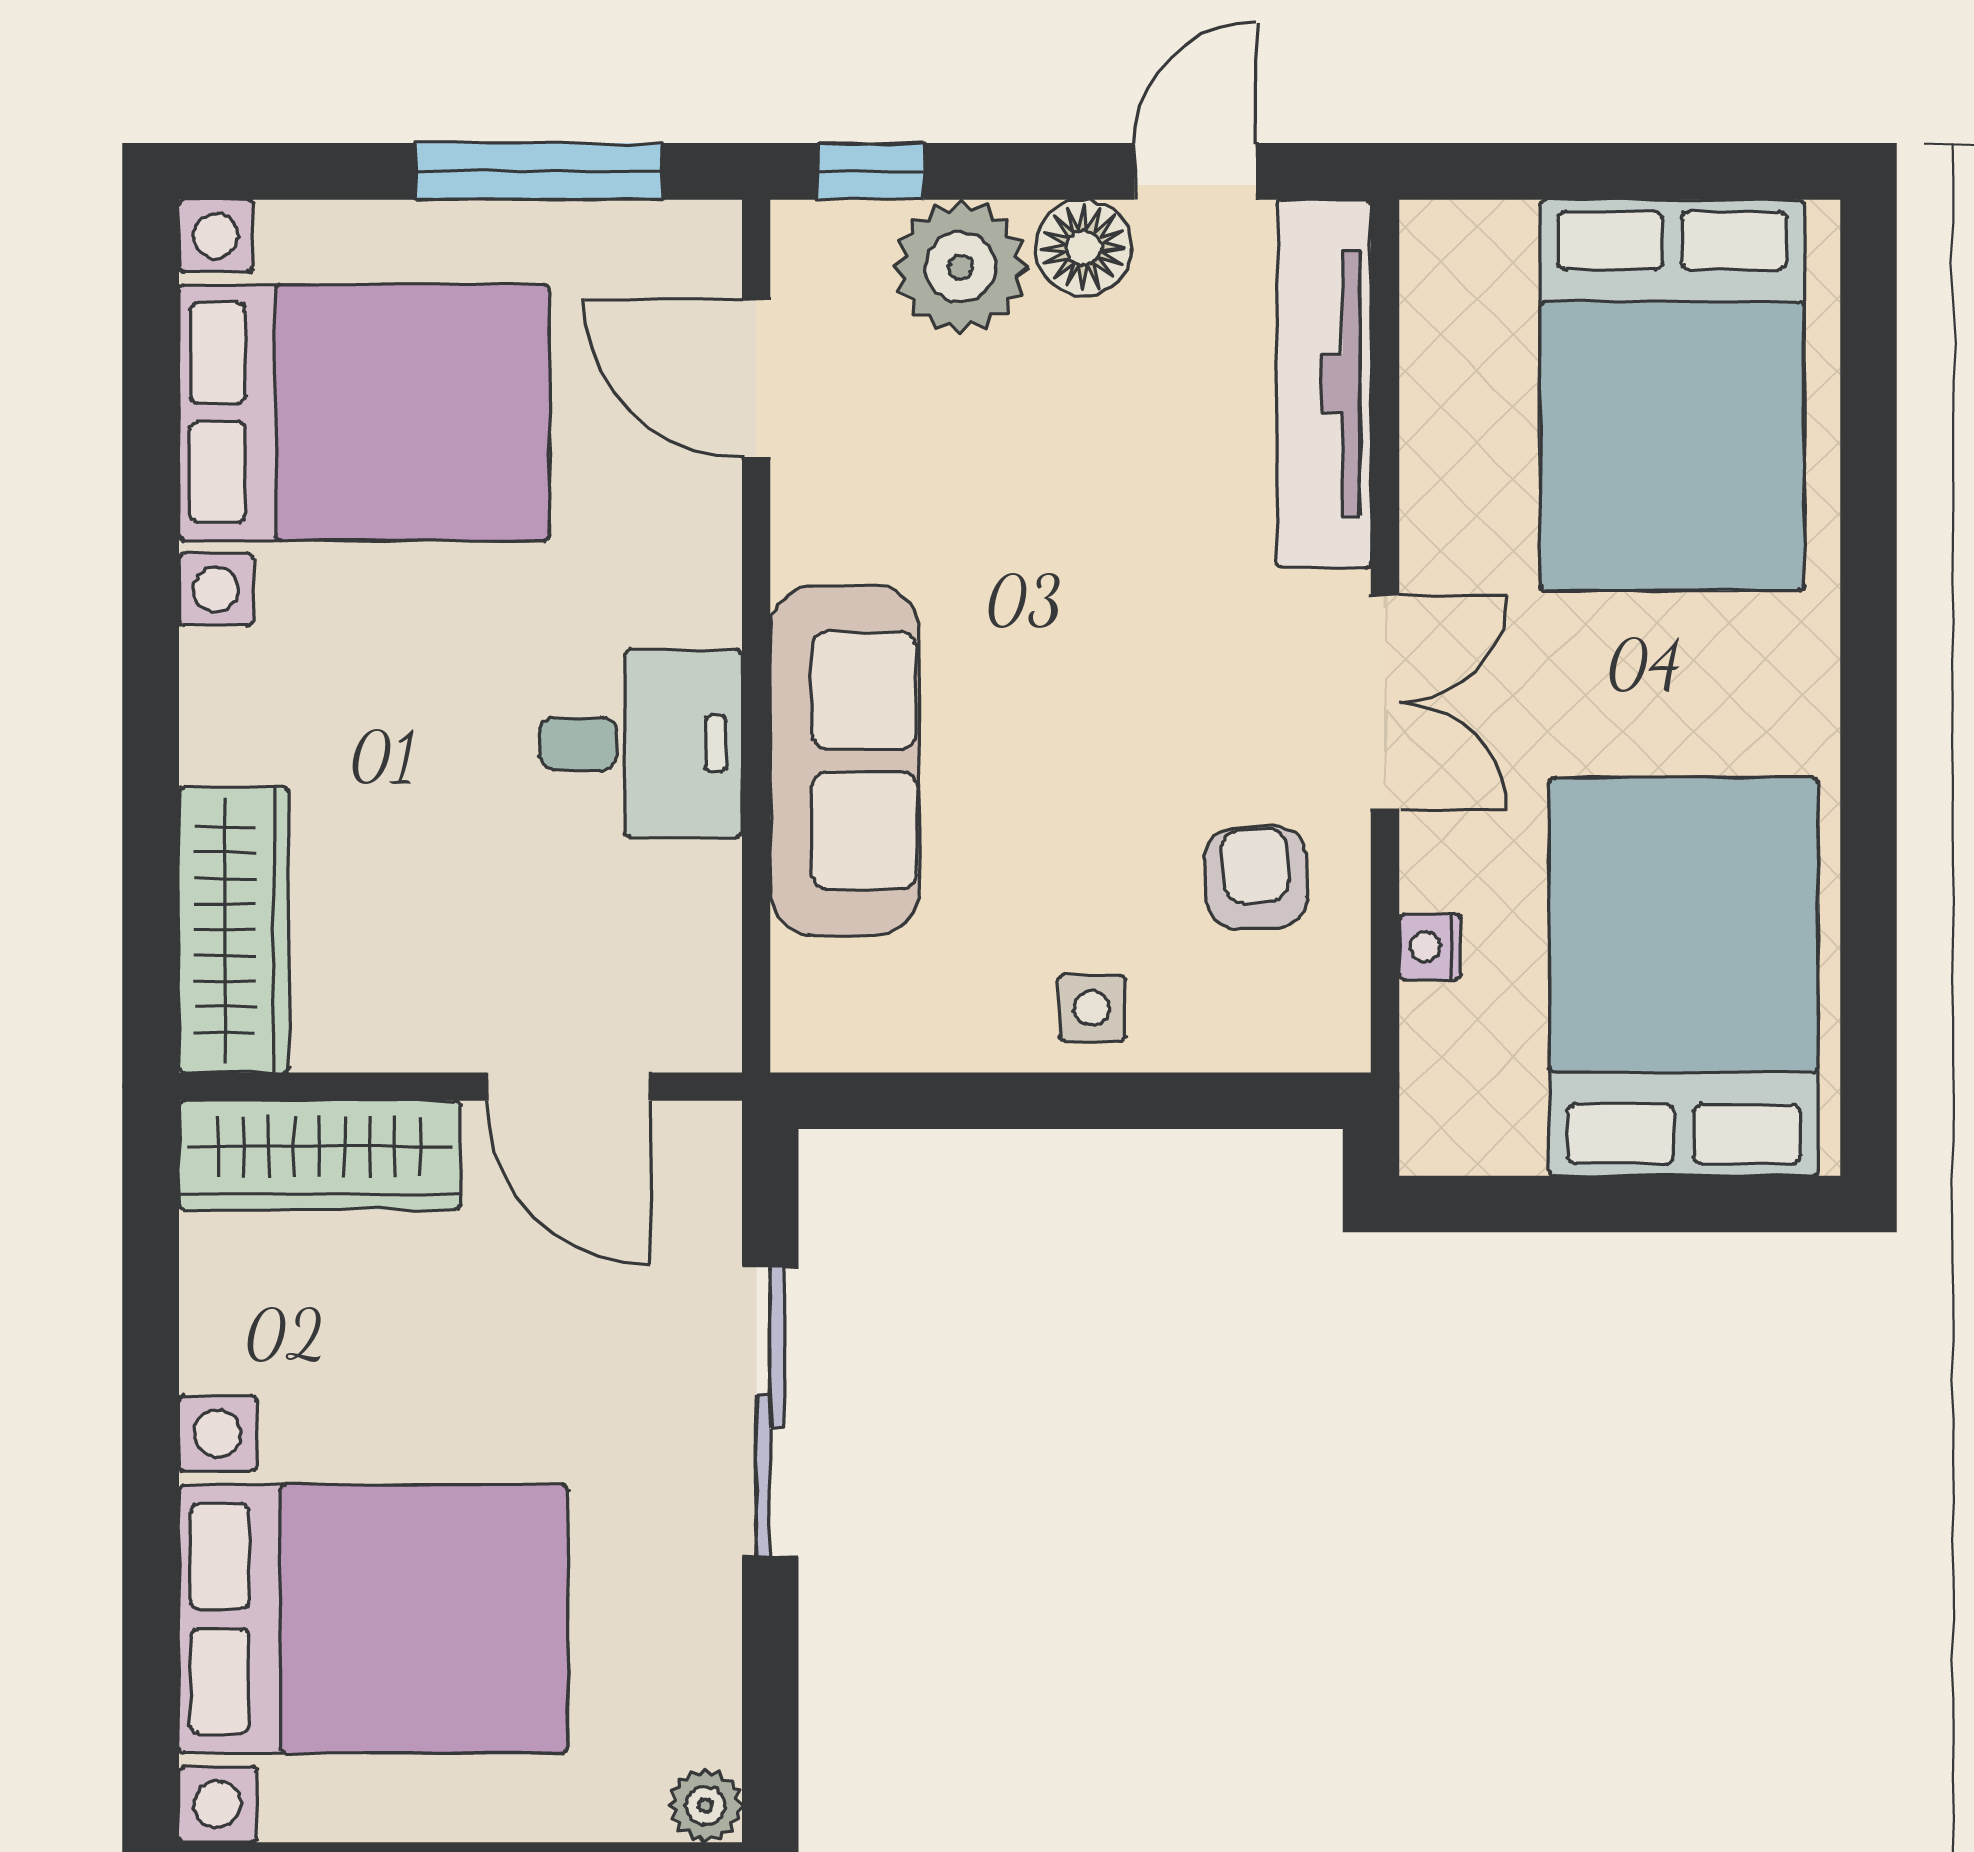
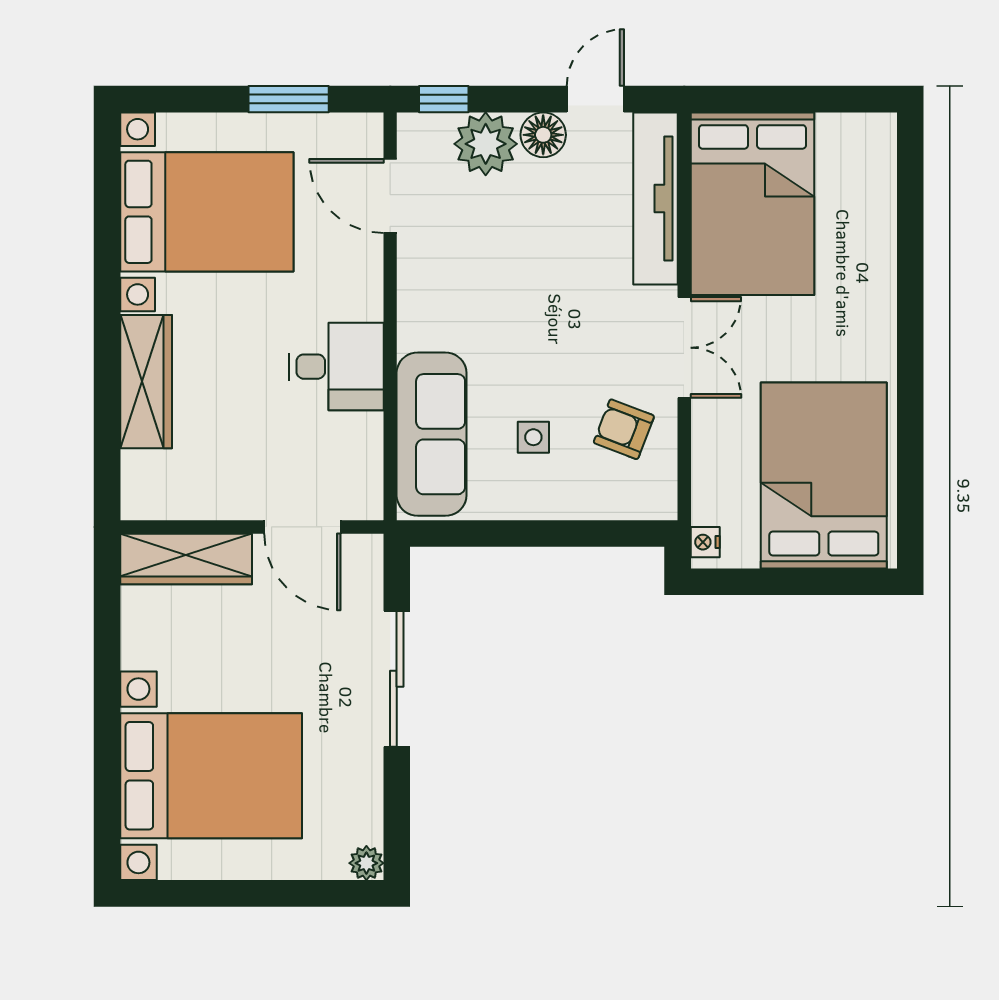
window: (539, 171) -> (289, 99), width x0.69
bed: (1672, 395) -> (752, 204), moved
sofa: (845, 760) -> (432, 434), moved
armchair: (1256, 878) -> (624, 429), turned -65
wardrobe: (234, 930) -> (146, 382), moved
nightstand: (1430, 947) -> (705, 542), moved
side table: (1092, 1008) -> (533, 437), moved

